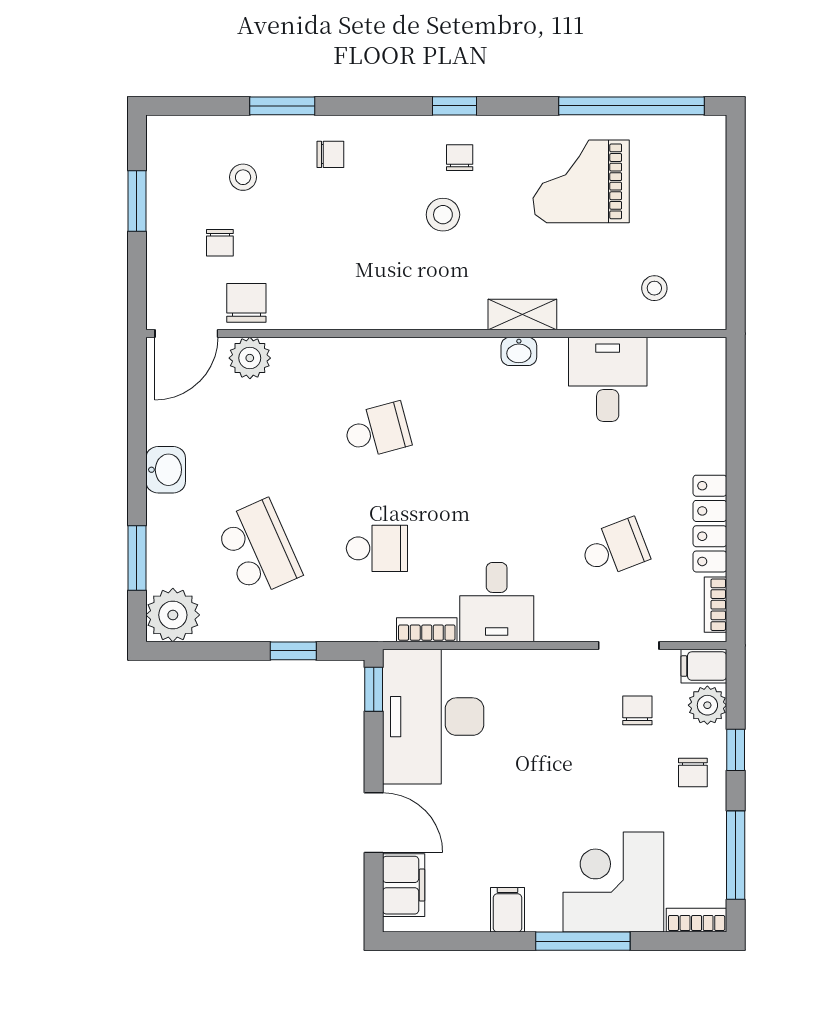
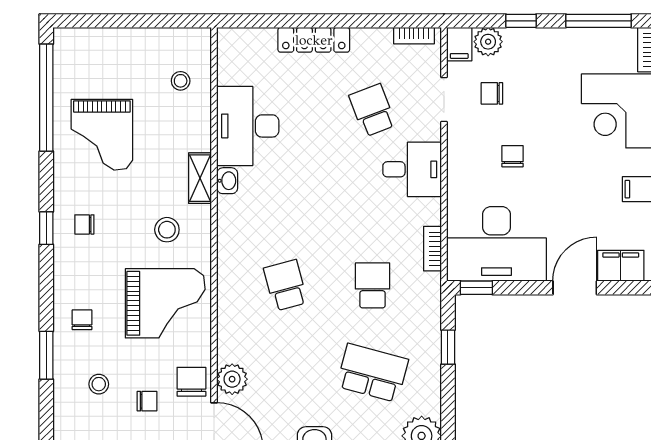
stool: (443, 215) -> (167, 230), moved
grand piano: (353, 267) -> (165, 303), added
chair: (246, 303) -> (191, 382), turned 90
desk: (608, 379) -> (248, 126), width x1.37
locker: (710, 524) -> (314, 40), moved
school desk: (258, 548) -> (372, 373), turned 39
desk: (497, 602) -> (412, 169), moved
chair: (693, 773) -> (513, 156), moved, turned -90

